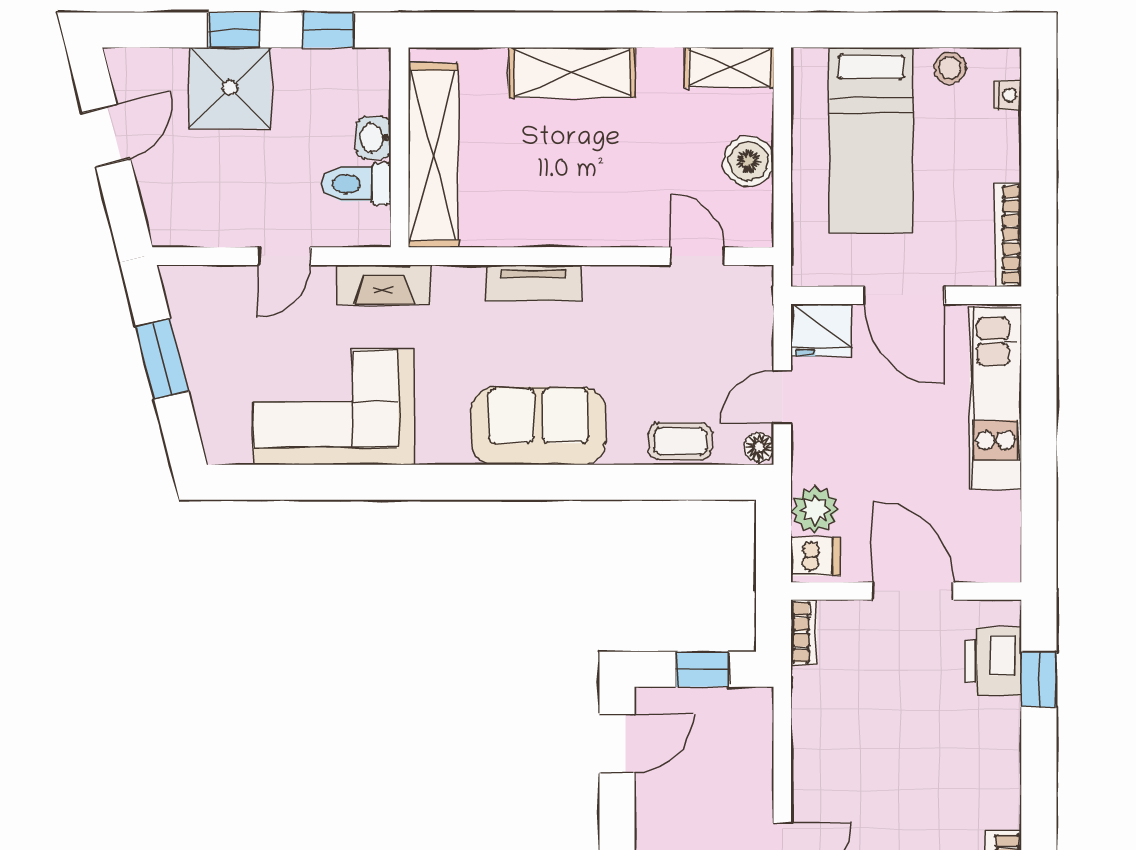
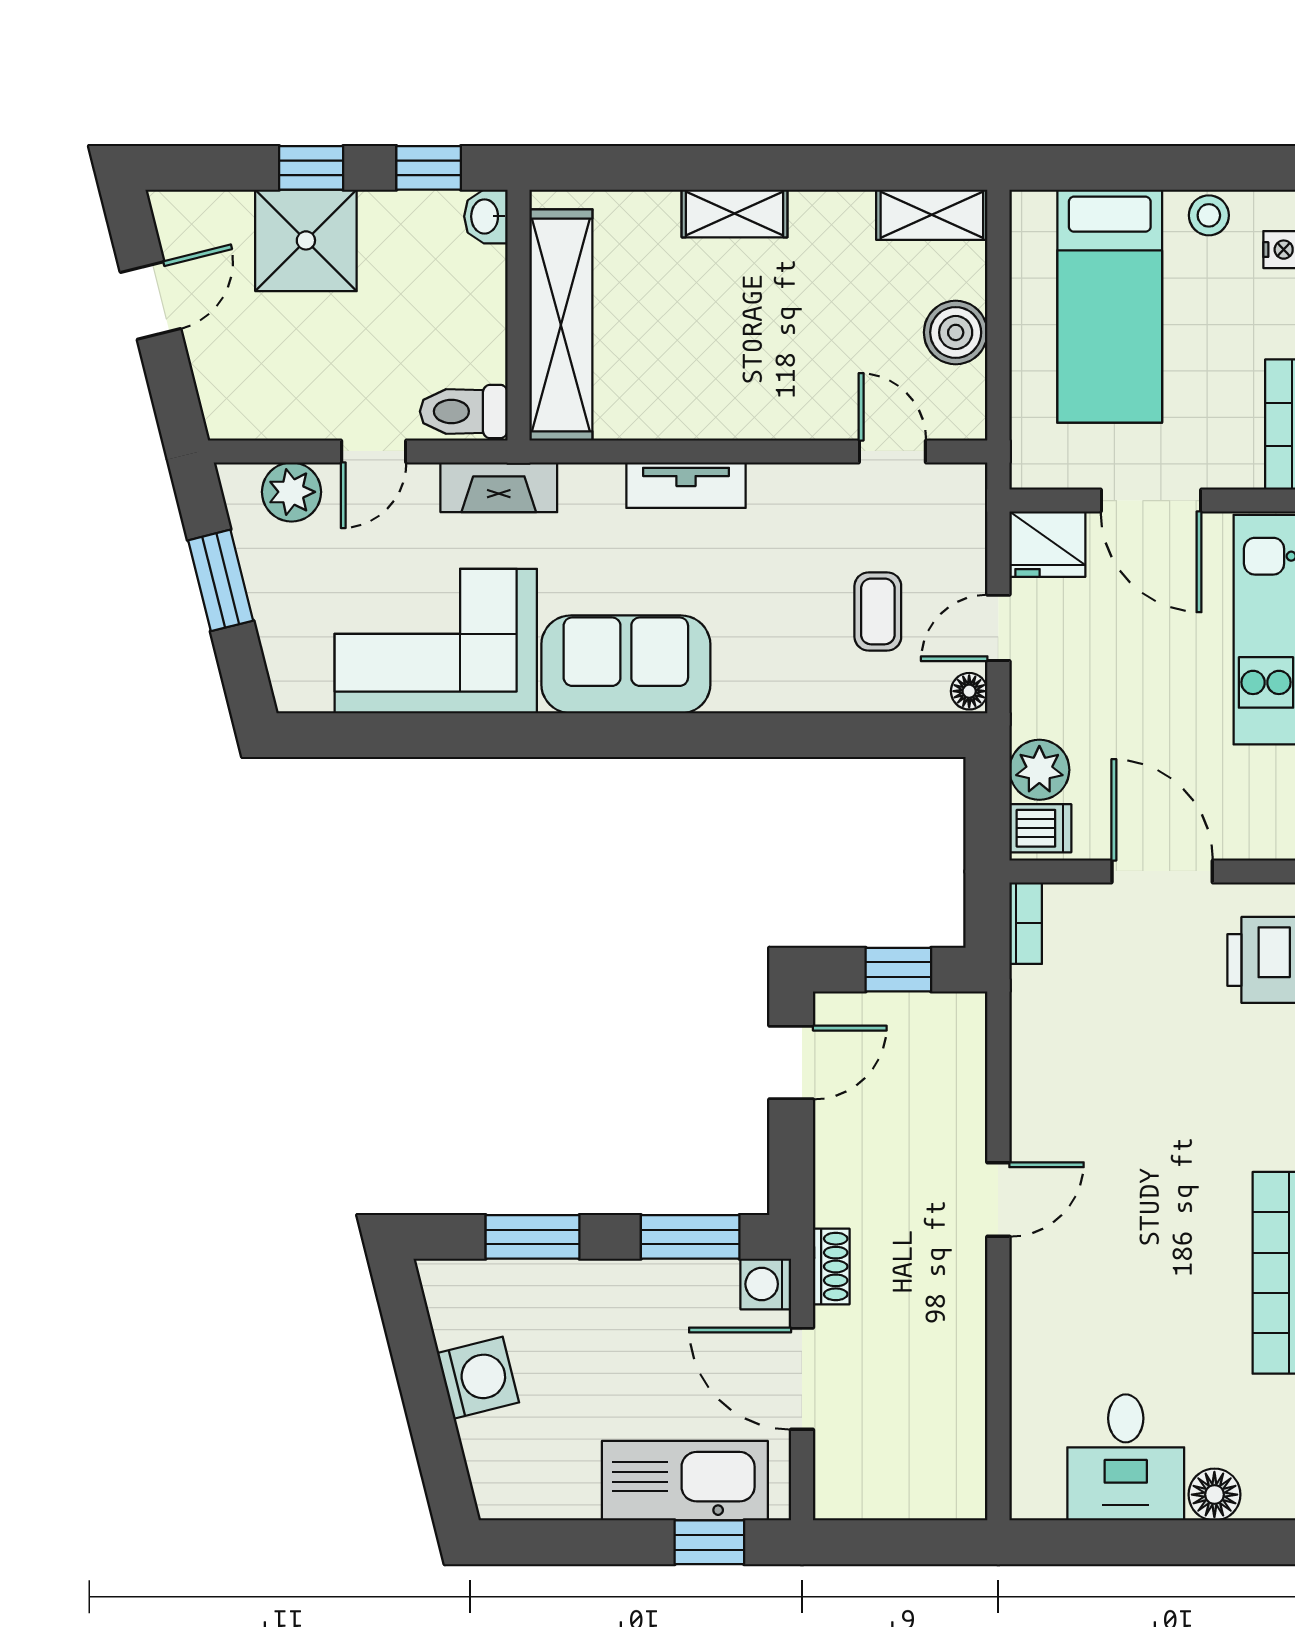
shelving: (572, 73) -> (735, 213), width x0.67, depth x0.75
washbasin: (374, 138) -> (486, 216), moved
toilet: (356, 184) -> (464, 411), moved
plant: (219, 288) -> (291, 492), added
sofa: (538, 426) -> (626, 664), moved
coffee table: (680, 441) -> (878, 611), moved, turned 90

